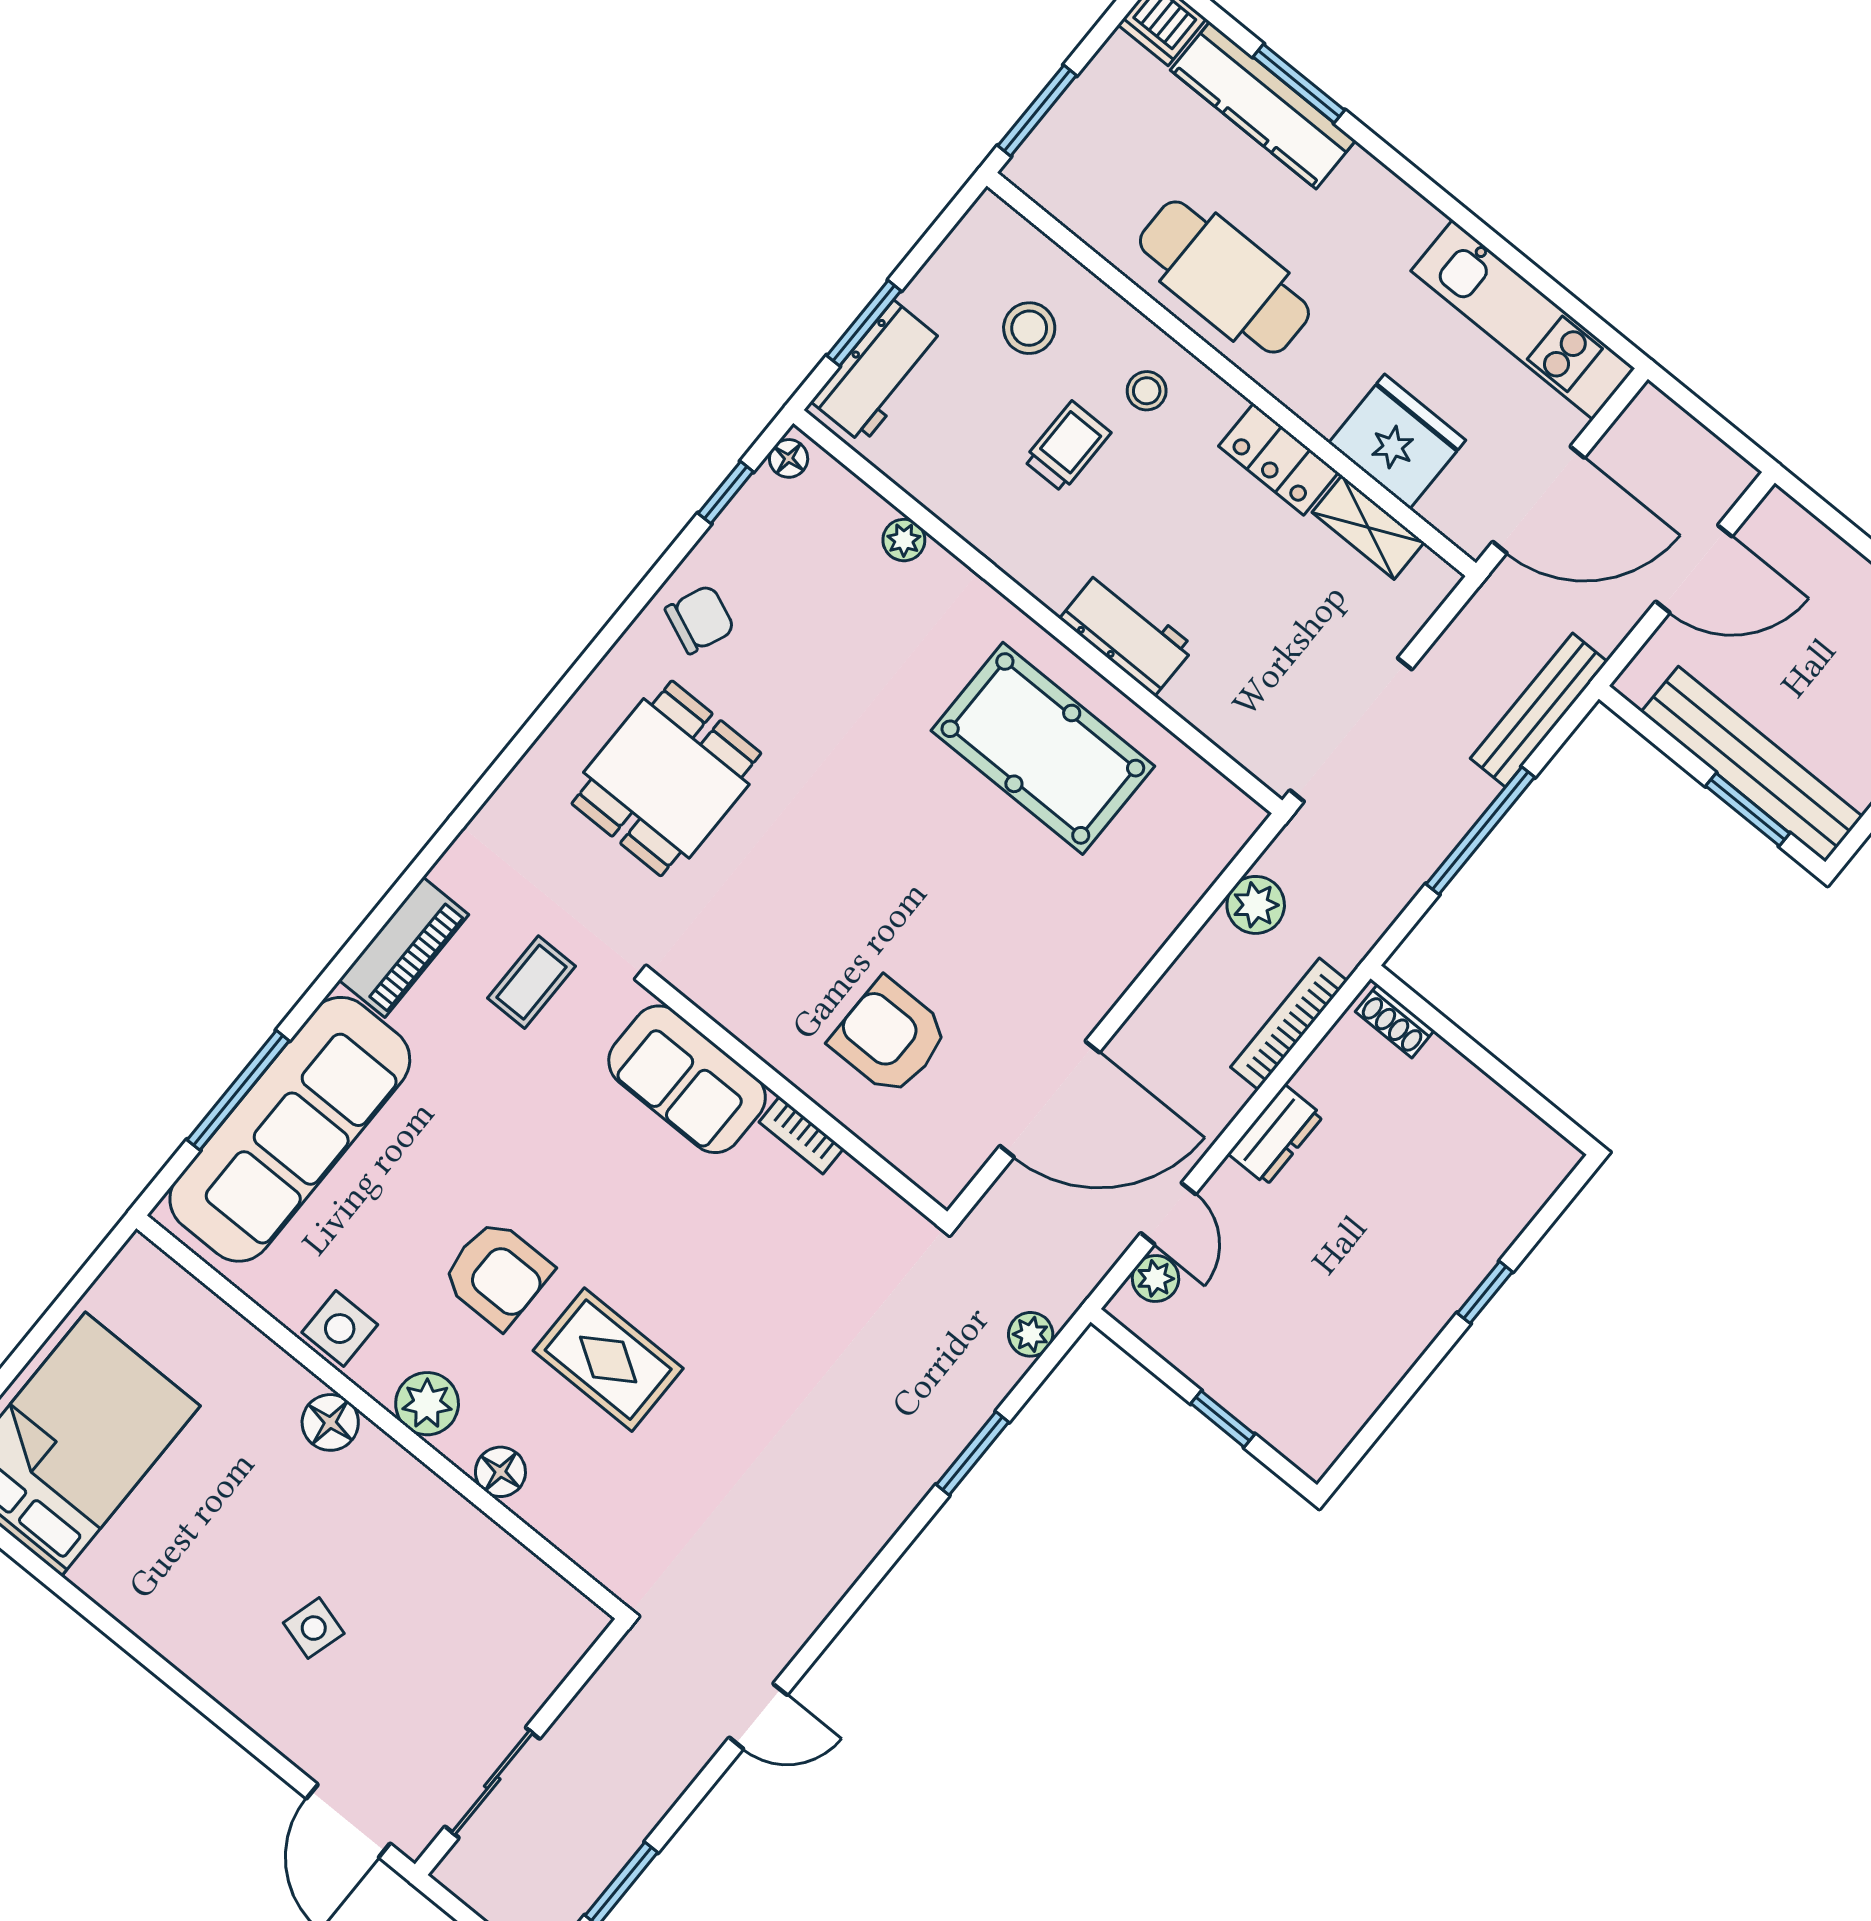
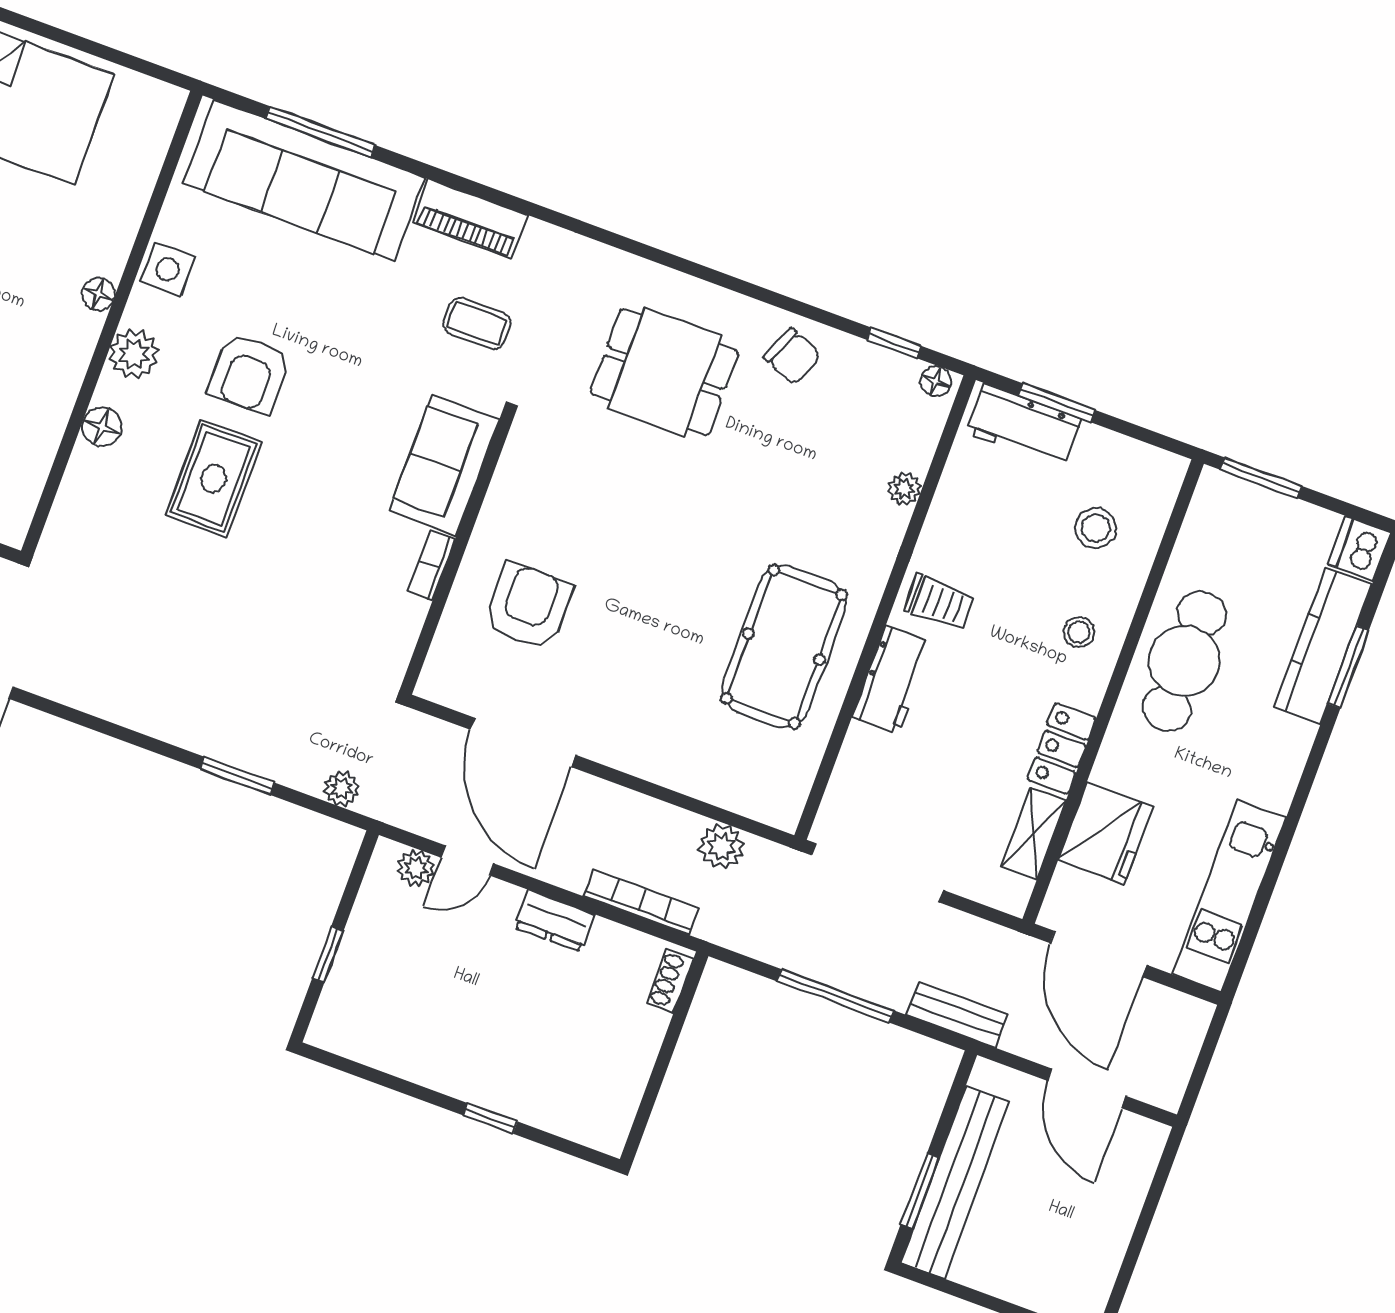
trolley: (1067, 446) -> (939, 602), moved
bench: (1539, 710) -> (957, 1015), width x0.73
floor lamp: (330, 1422) -> (98, 294), width x0.73, depth x0.73

